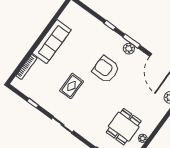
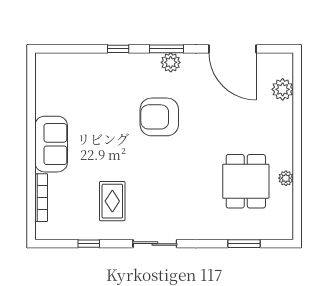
sofa: (52, 42) -> (51, 144), width x0.73
rug: (72, 86) -> (112, 201), moved

